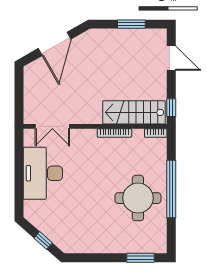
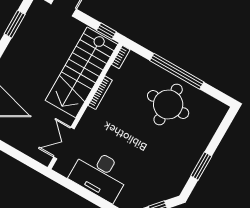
stairs: (134, 112) -> (81, 72), width x1.36, depth x1.51
double door: (52, 126) -> (64, 143), swing flipped
window: (140, 258) -> (201, 166), moved

